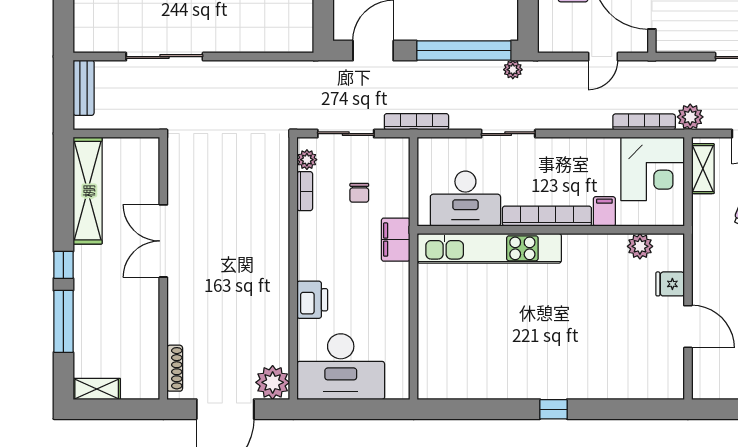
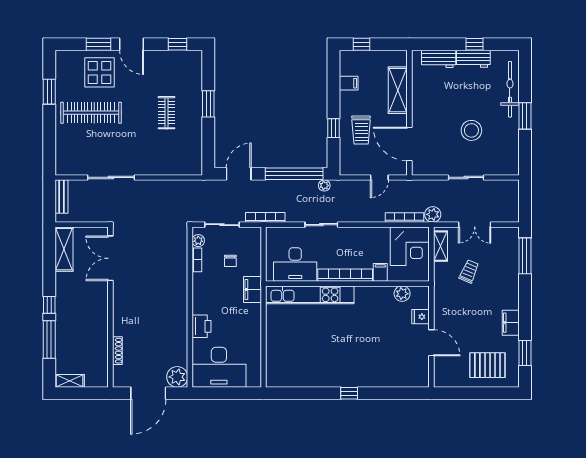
shelving: (88, 191) -> (64, 249), width x0.68
double door: (163, 241) -> (110, 258), moved
shoe rack: (175, 368) -> (117, 351), moved

